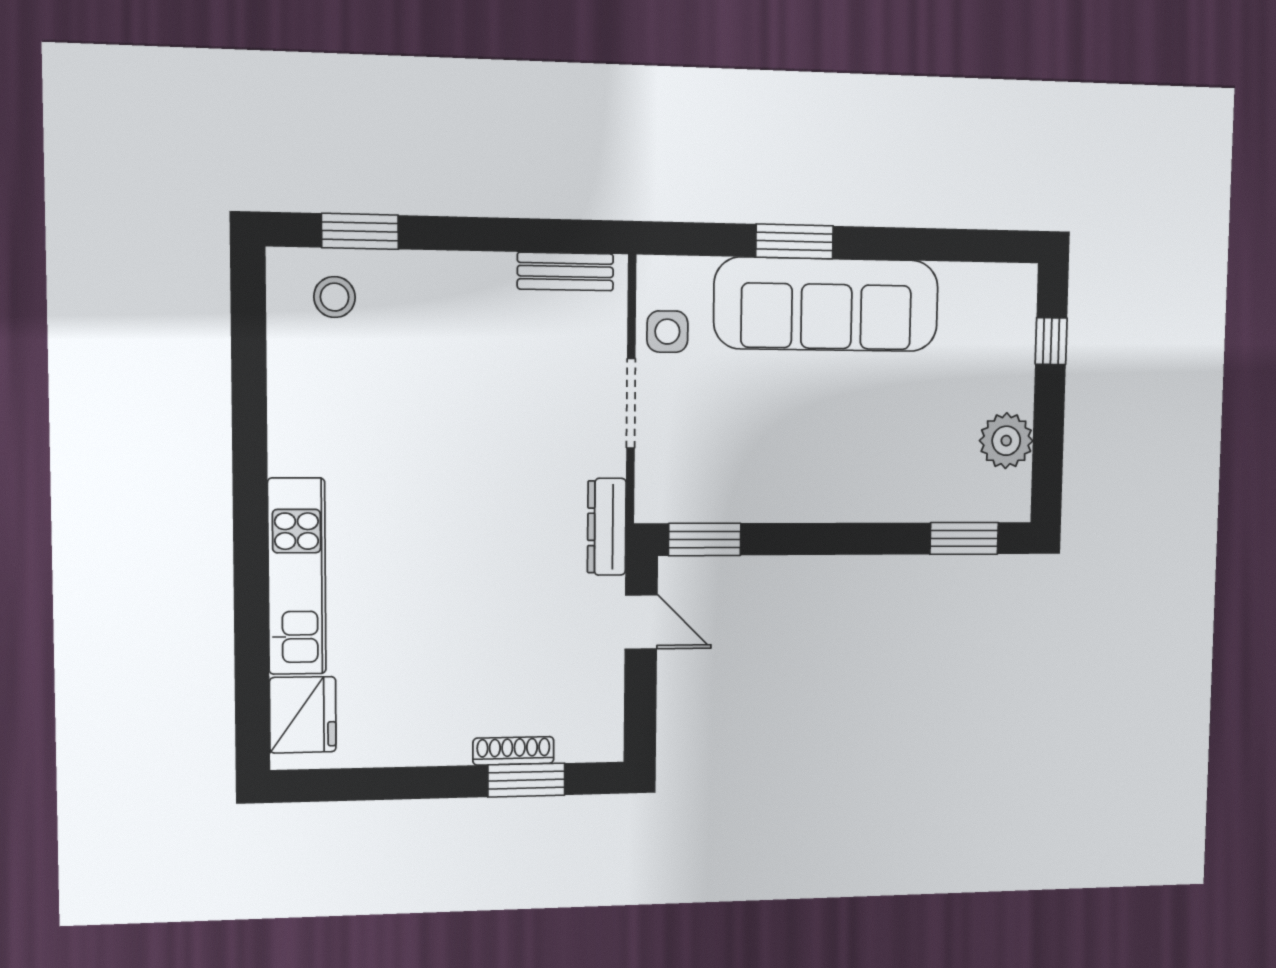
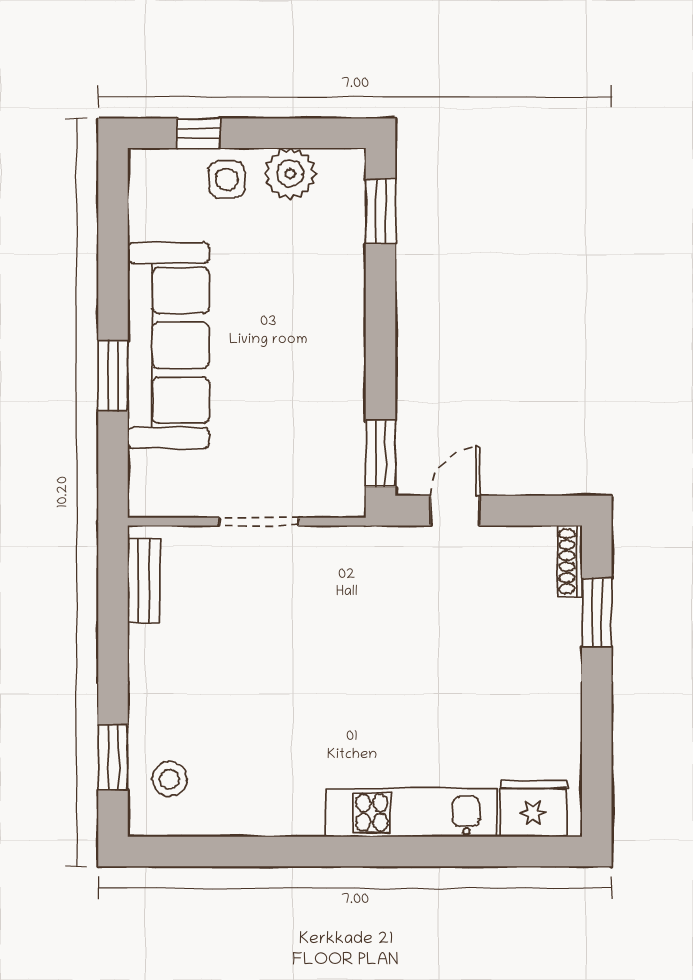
side table: (667, 332) -> (227, 179), moved
dresser: (607, 527) -> (369, 542), removed
shoe rack: (513, 751) -> (570, 561), moved

